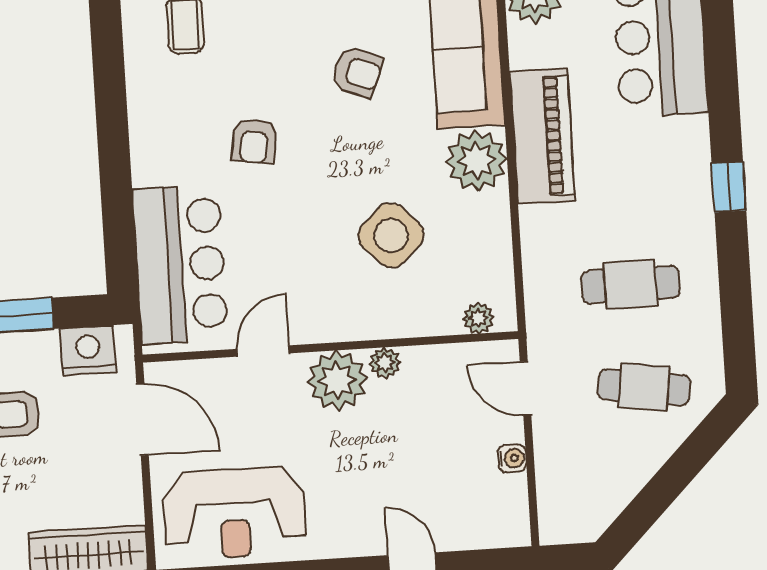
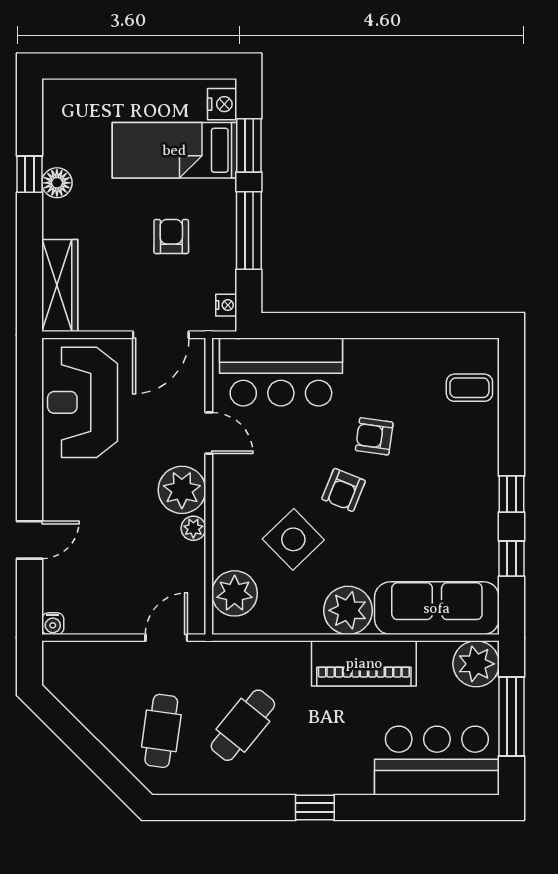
armchair: (357, 72) -> (344, 490), moved
cafe table: (630, 284) -> (243, 725), turned 39
plant: (478, 318) -> (235, 593), width x1.88, depth x1.88
nightstand: (88, 350) -> (226, 305), width x0.53, depth x0.56
water cooler: (512, 458) -> (53, 624), moved

